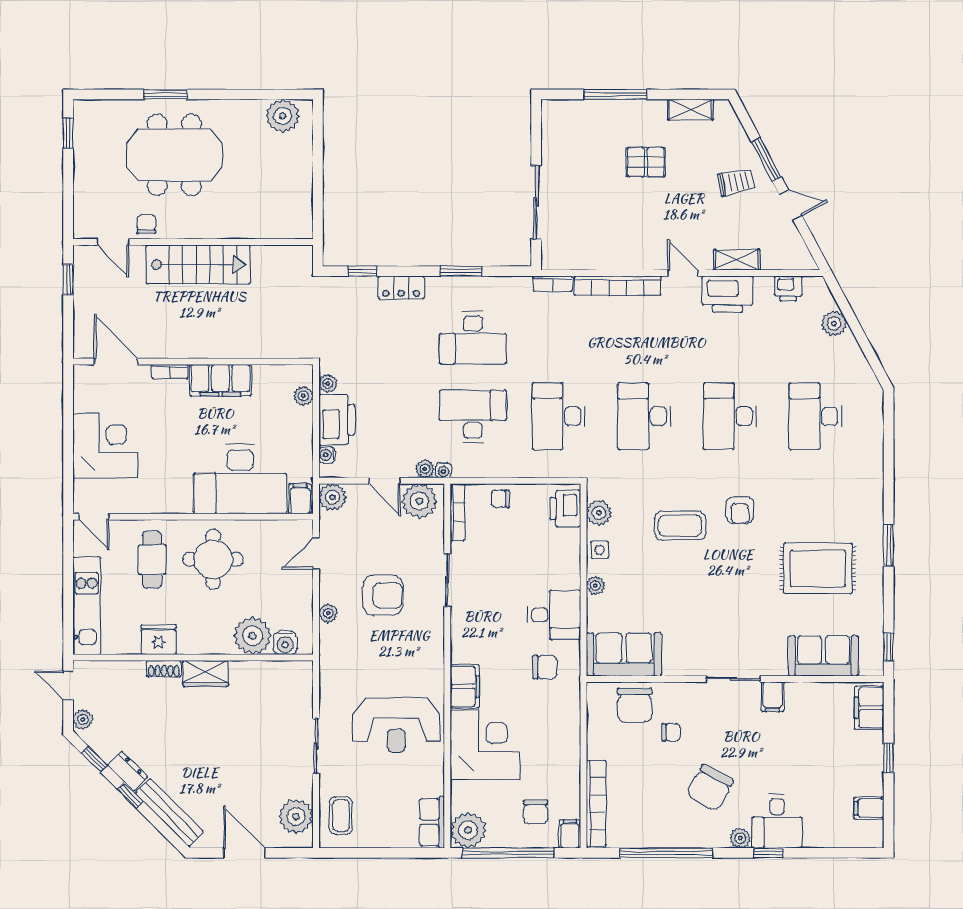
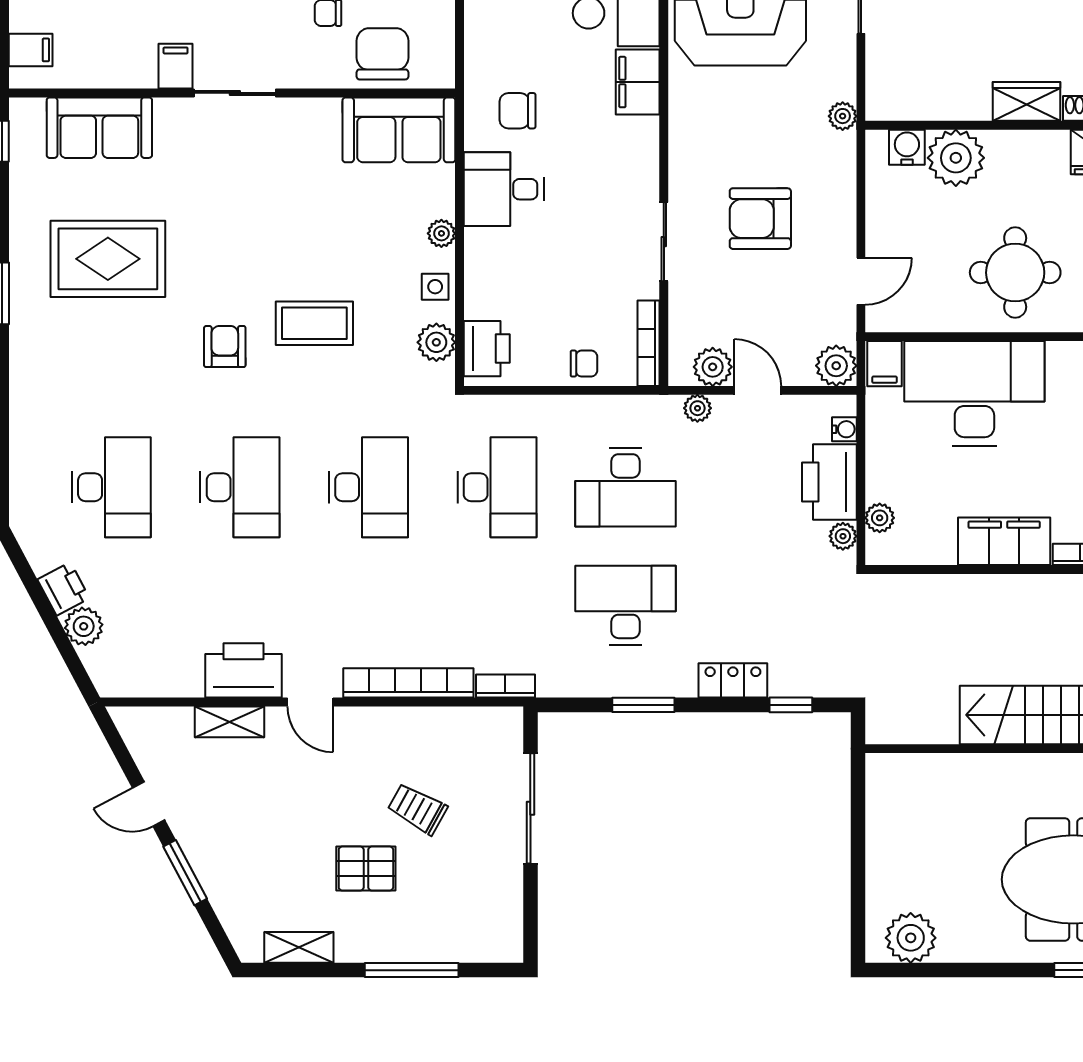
trolley: (736, 182) -> (417, 809), moved, turned 40
printer: (788, 288) -> (63, 589), moved, turned 62
water cooler: (443, 470) -> (670, 406), removed
plant: (419, 501) -> (713, 367), width x0.73, depth x0.73
plant: (328, 613) -> (843, 116), moved
filing cabinet: (869, 708) -> (31, 50), width x0.50

